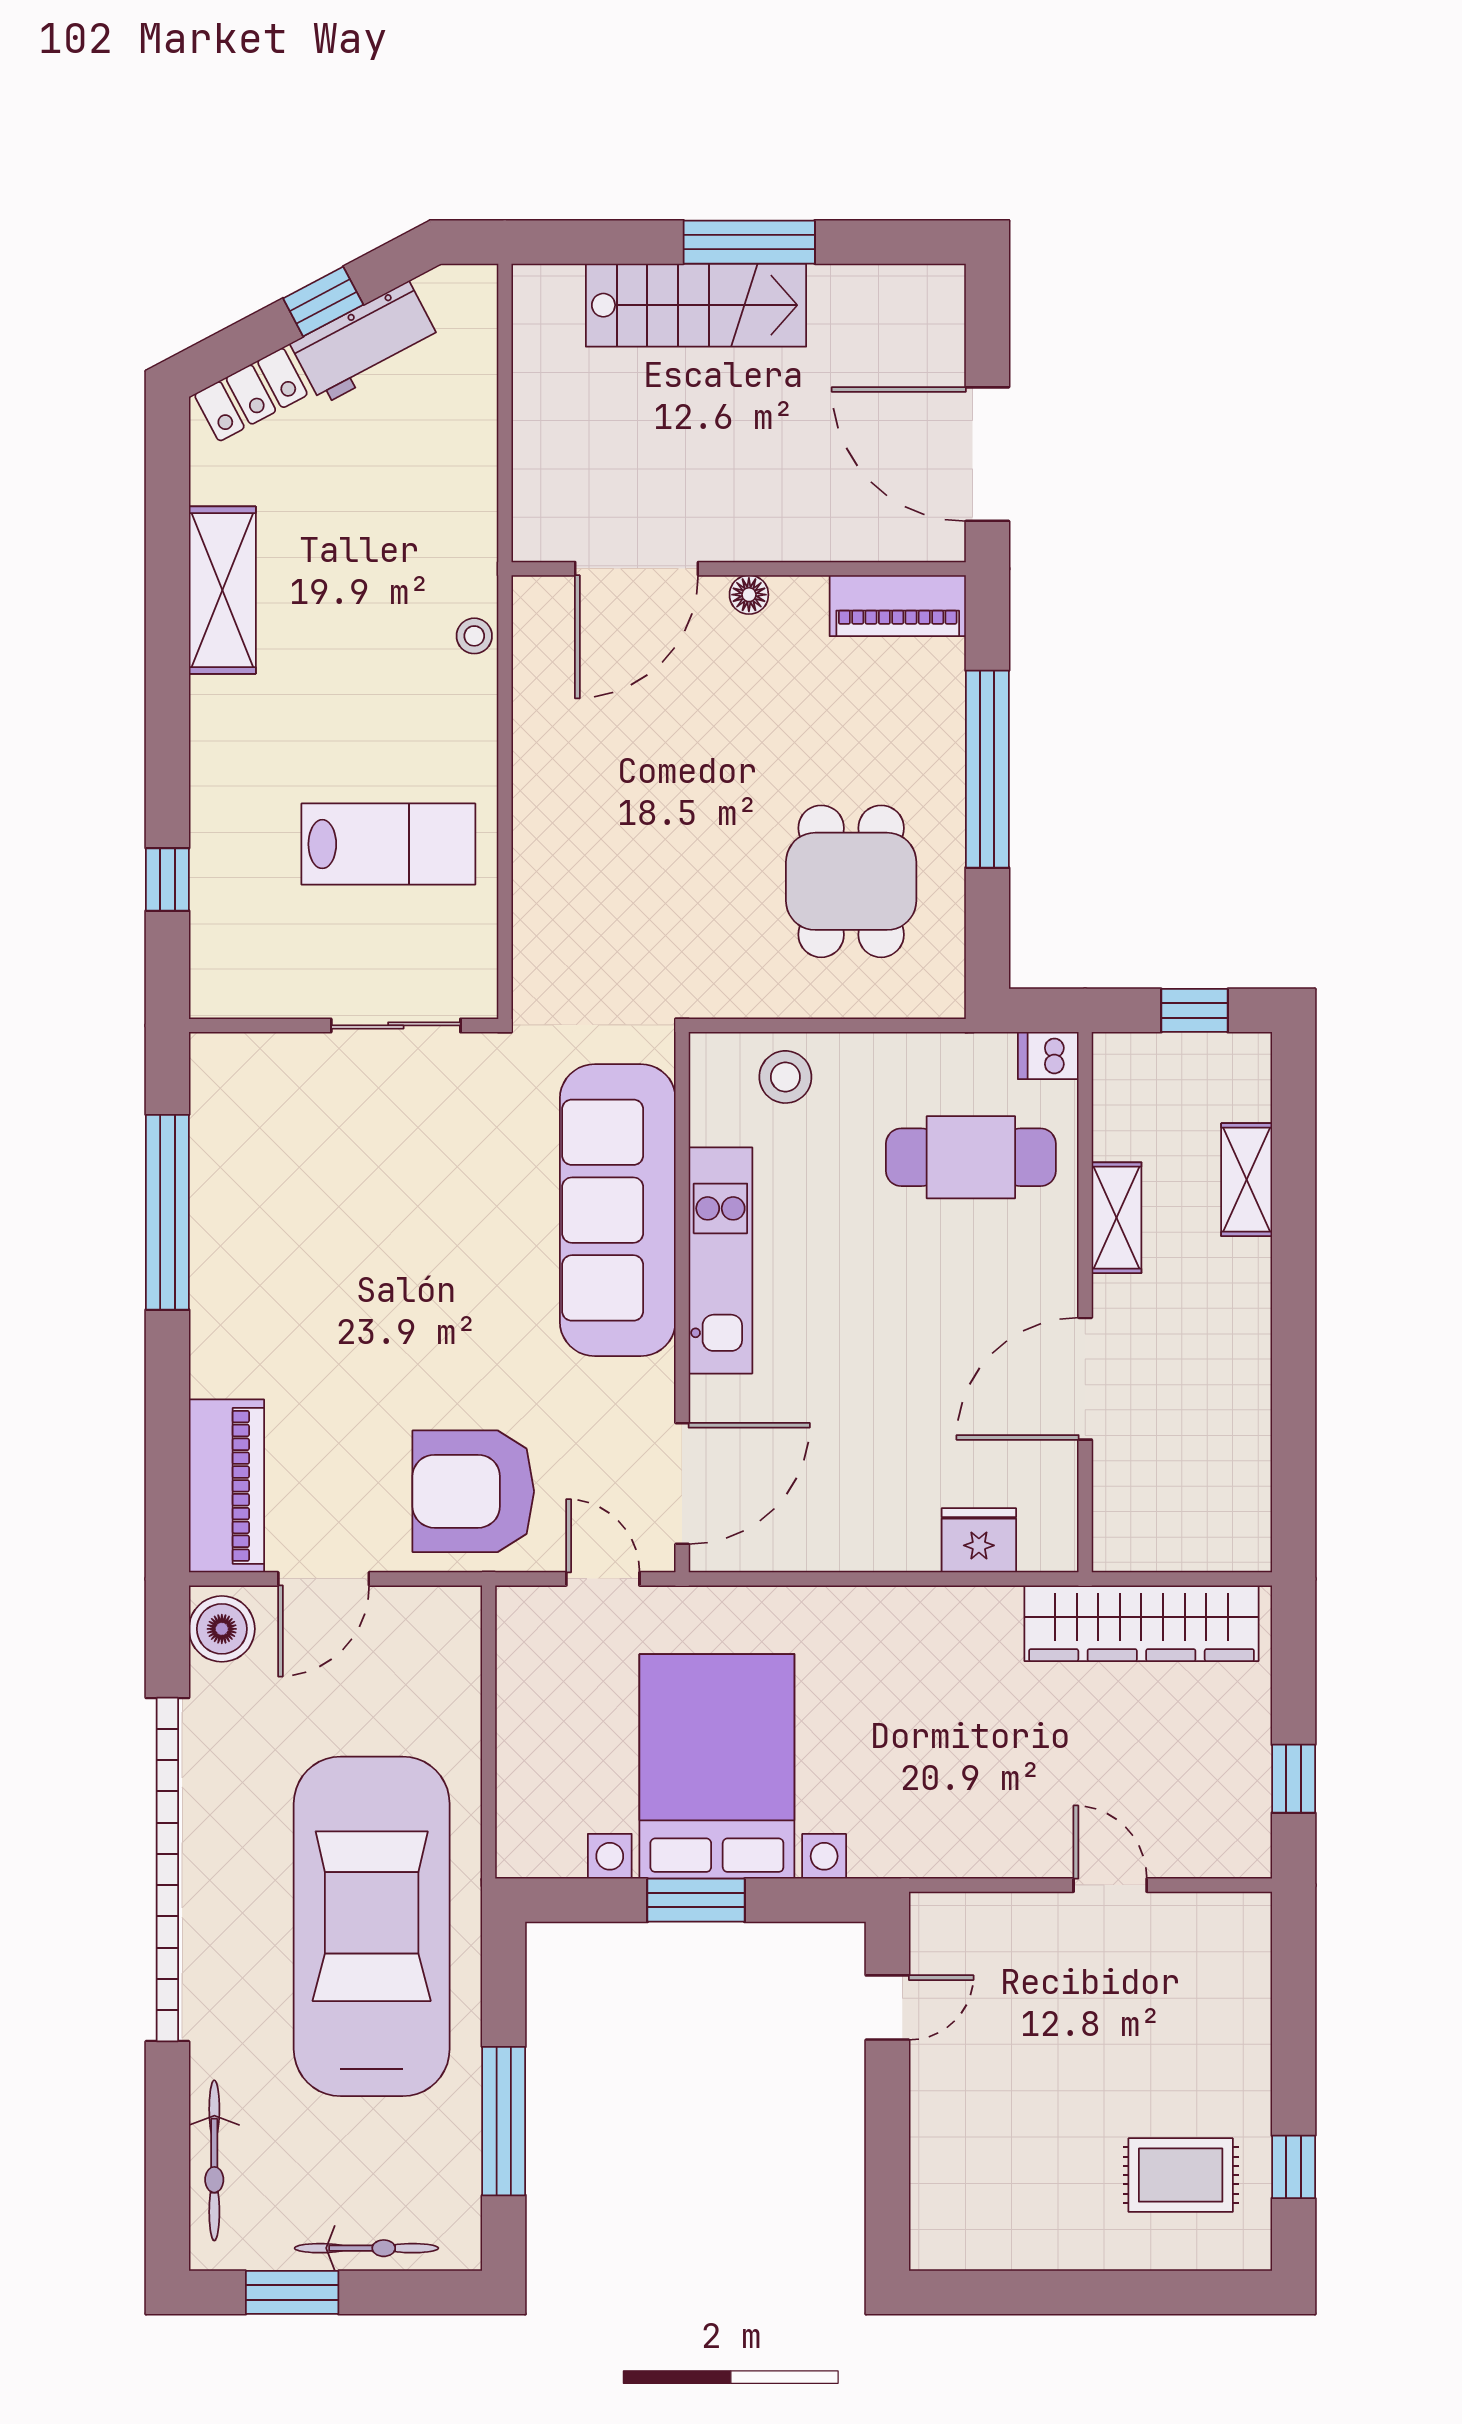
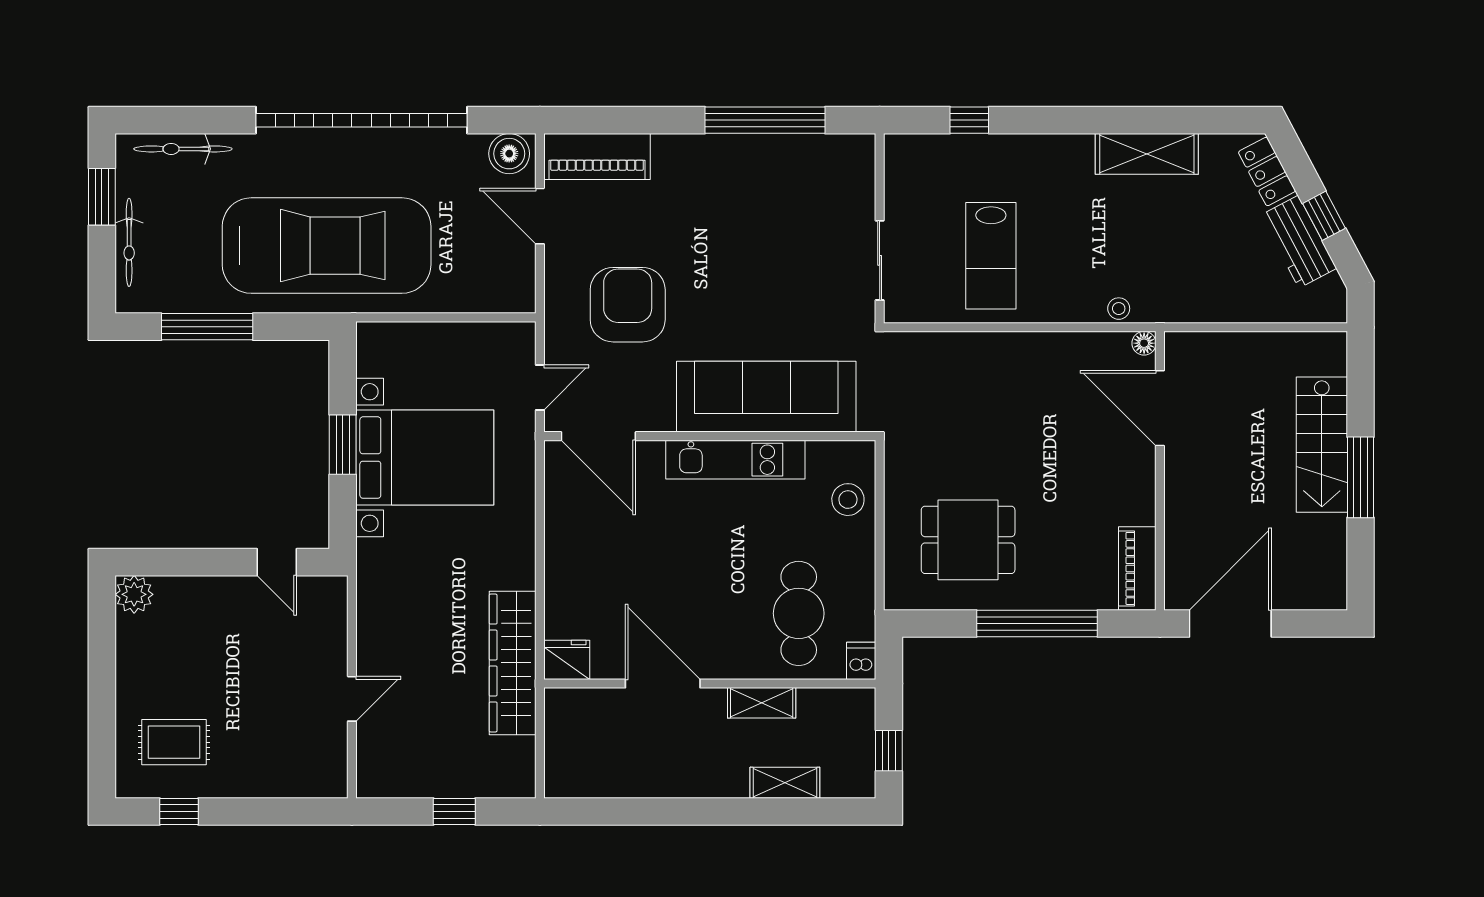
floor lamp: (749, 595) -> (1144, 343), moved
armchair: (473, 1491) -> (628, 305), moved
fridge: (979, 1540) -> (567, 660), moved, turned -90
wardrobe: (1141, 1623) -> (513, 663), moved
window: (1294, 1779) -> (454, 811), moved
rug: (1181, 2175) -> (174, 742), turned 90
plant: (940, 2240) -> (134, 594), added

